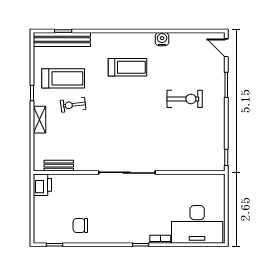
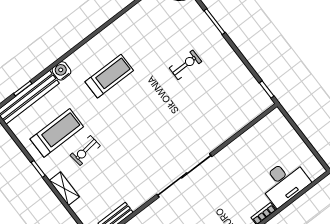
water cooler: (162, 39) -> (61, 71), moved
exercise bike: (185, 99) -> (185, 65), width x0.73, depth x0.72
desk: (197, 224) -> (284, 182), width x0.73, depth x0.77

